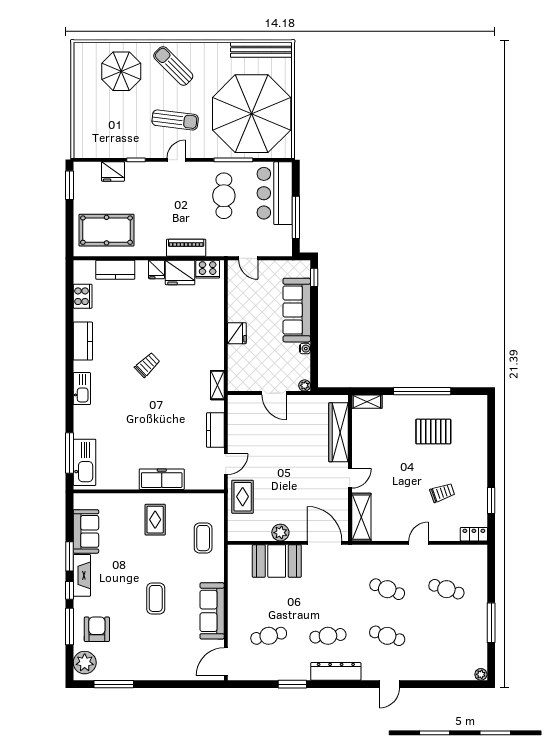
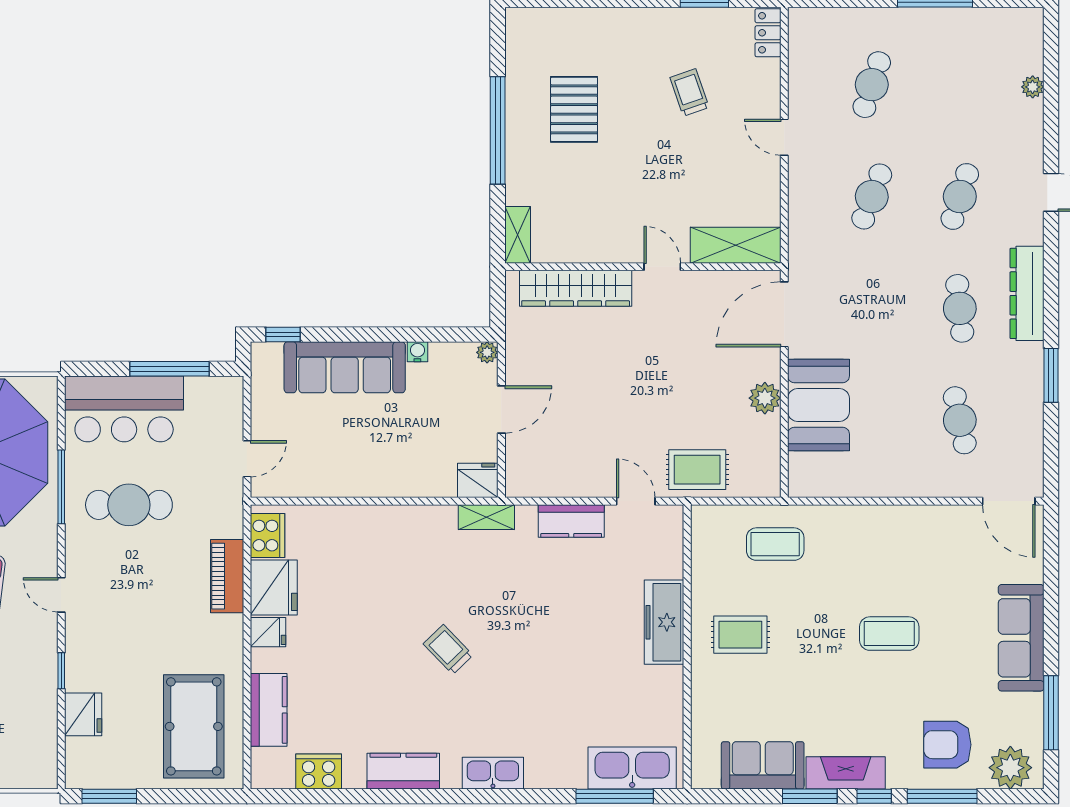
fridge: (237, 333) -> (478, 480), moved
sofa: (212, 611) -> (1021, 638), moved, turned 90
plant: (481, 674) -> (1033, 87), moved

